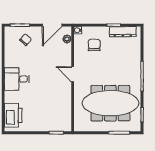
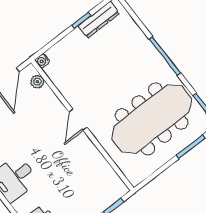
chair: (94, 45) -> (77, 63), removed
door: (73, 74) -> (78, 120), hinge flipped

